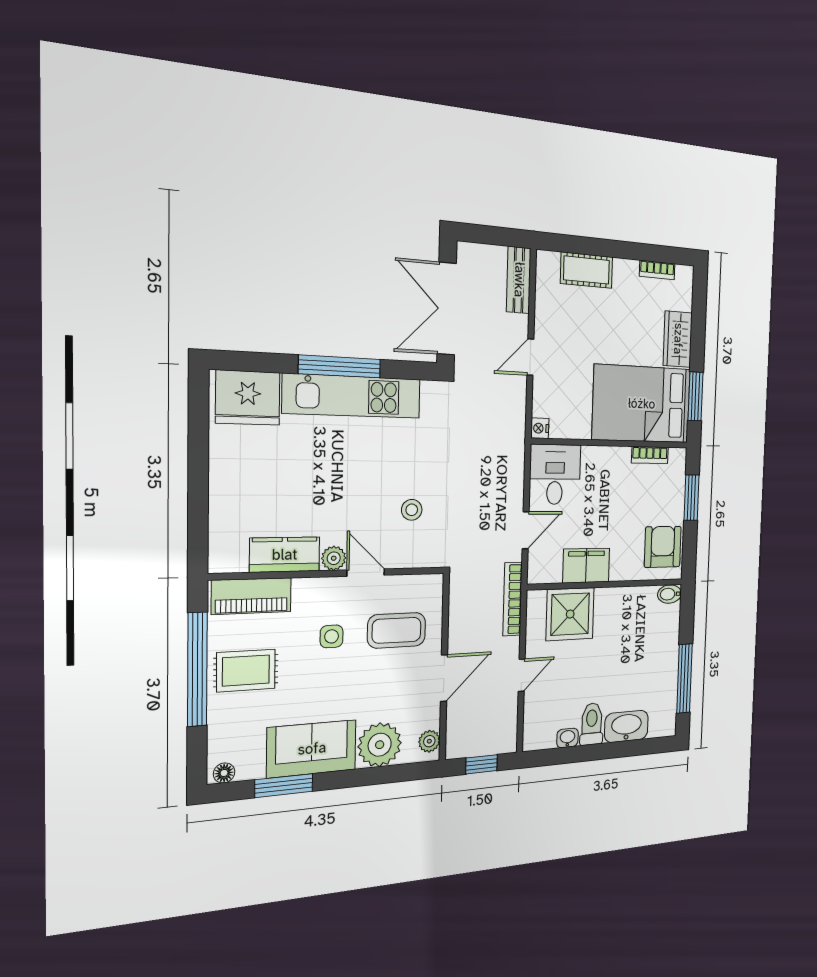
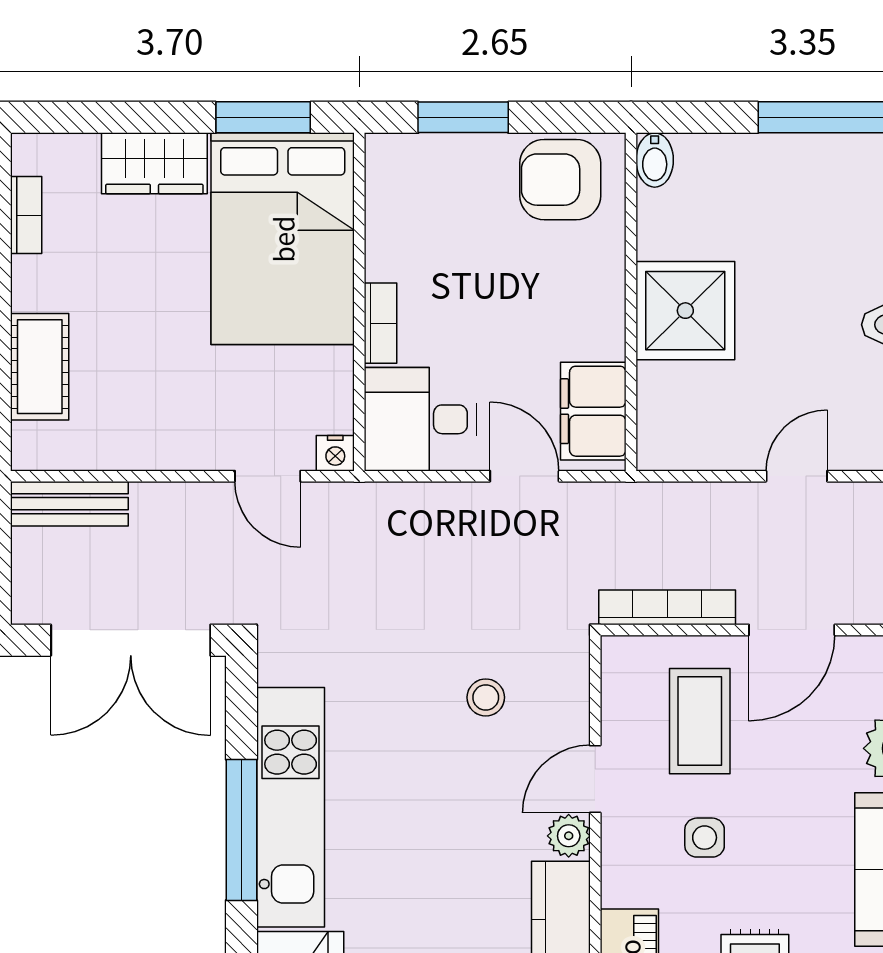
door: (530, 357) -> (268, 476), moved
bookcase: (650, 455) -> (381, 323), moved
filing cabinet: (586, 566) -> (593, 411), moved
bookcase: (513, 599) -> (667, 607), moved, turned 180
shower: (570, 614) -> (685, 311), moved
door: (522, 675) -> (797, 476), hinge flipped
door: (444, 678) -> (792, 630), swing flipped

